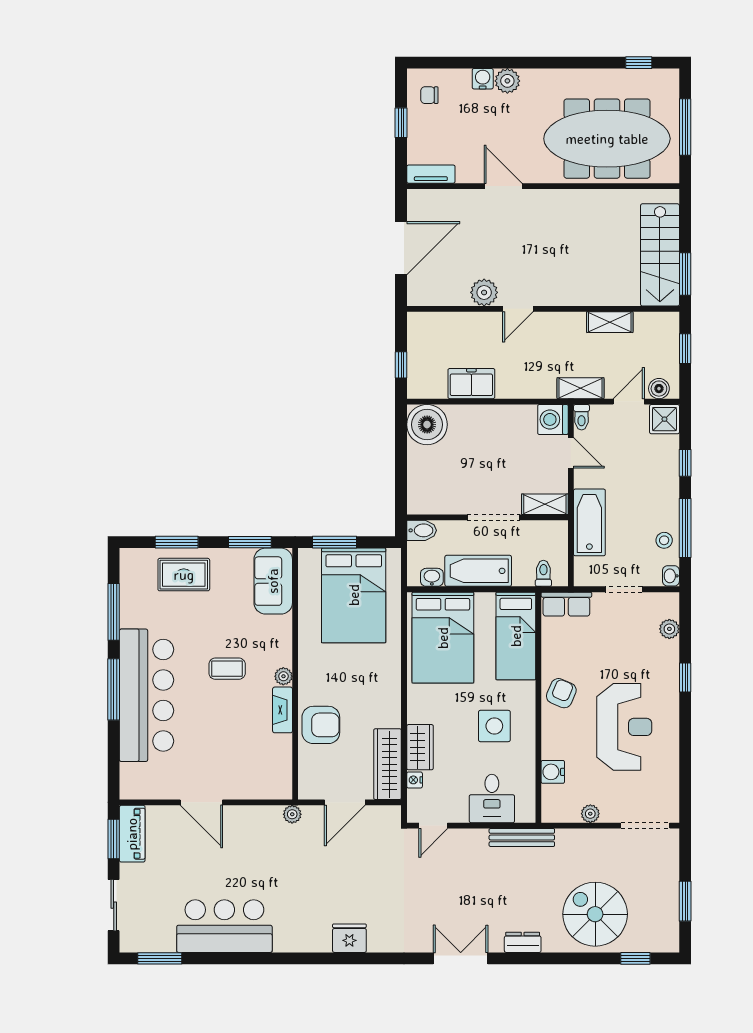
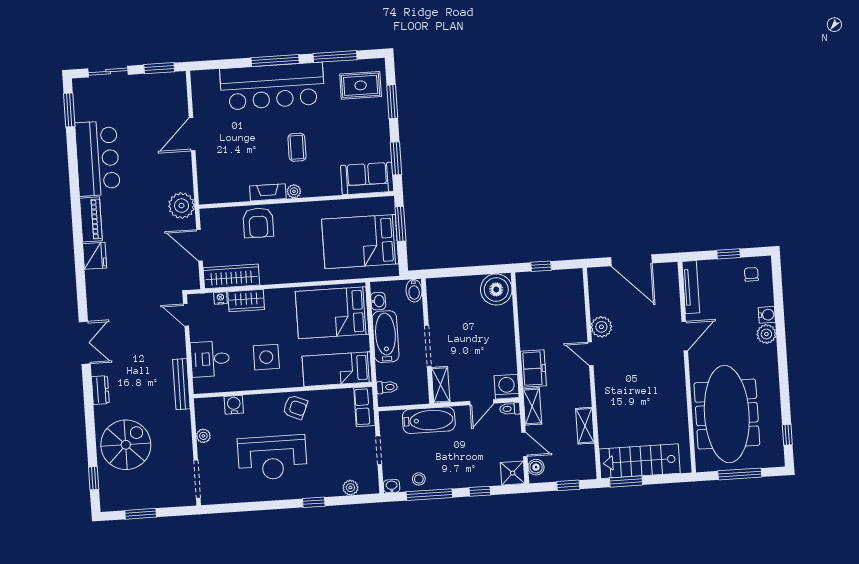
tv unit: (431, 174) -> (691, 287), width x1.41
freezer: (471, 384) -> (533, 369), moved
rug: (184, 575) -> (361, 85), moved, turned 90
plant: (292, 814) -> (181, 206), width x1.87, depth x1.87
piano: (132, 834) -> (91, 219), moved, turned -90

